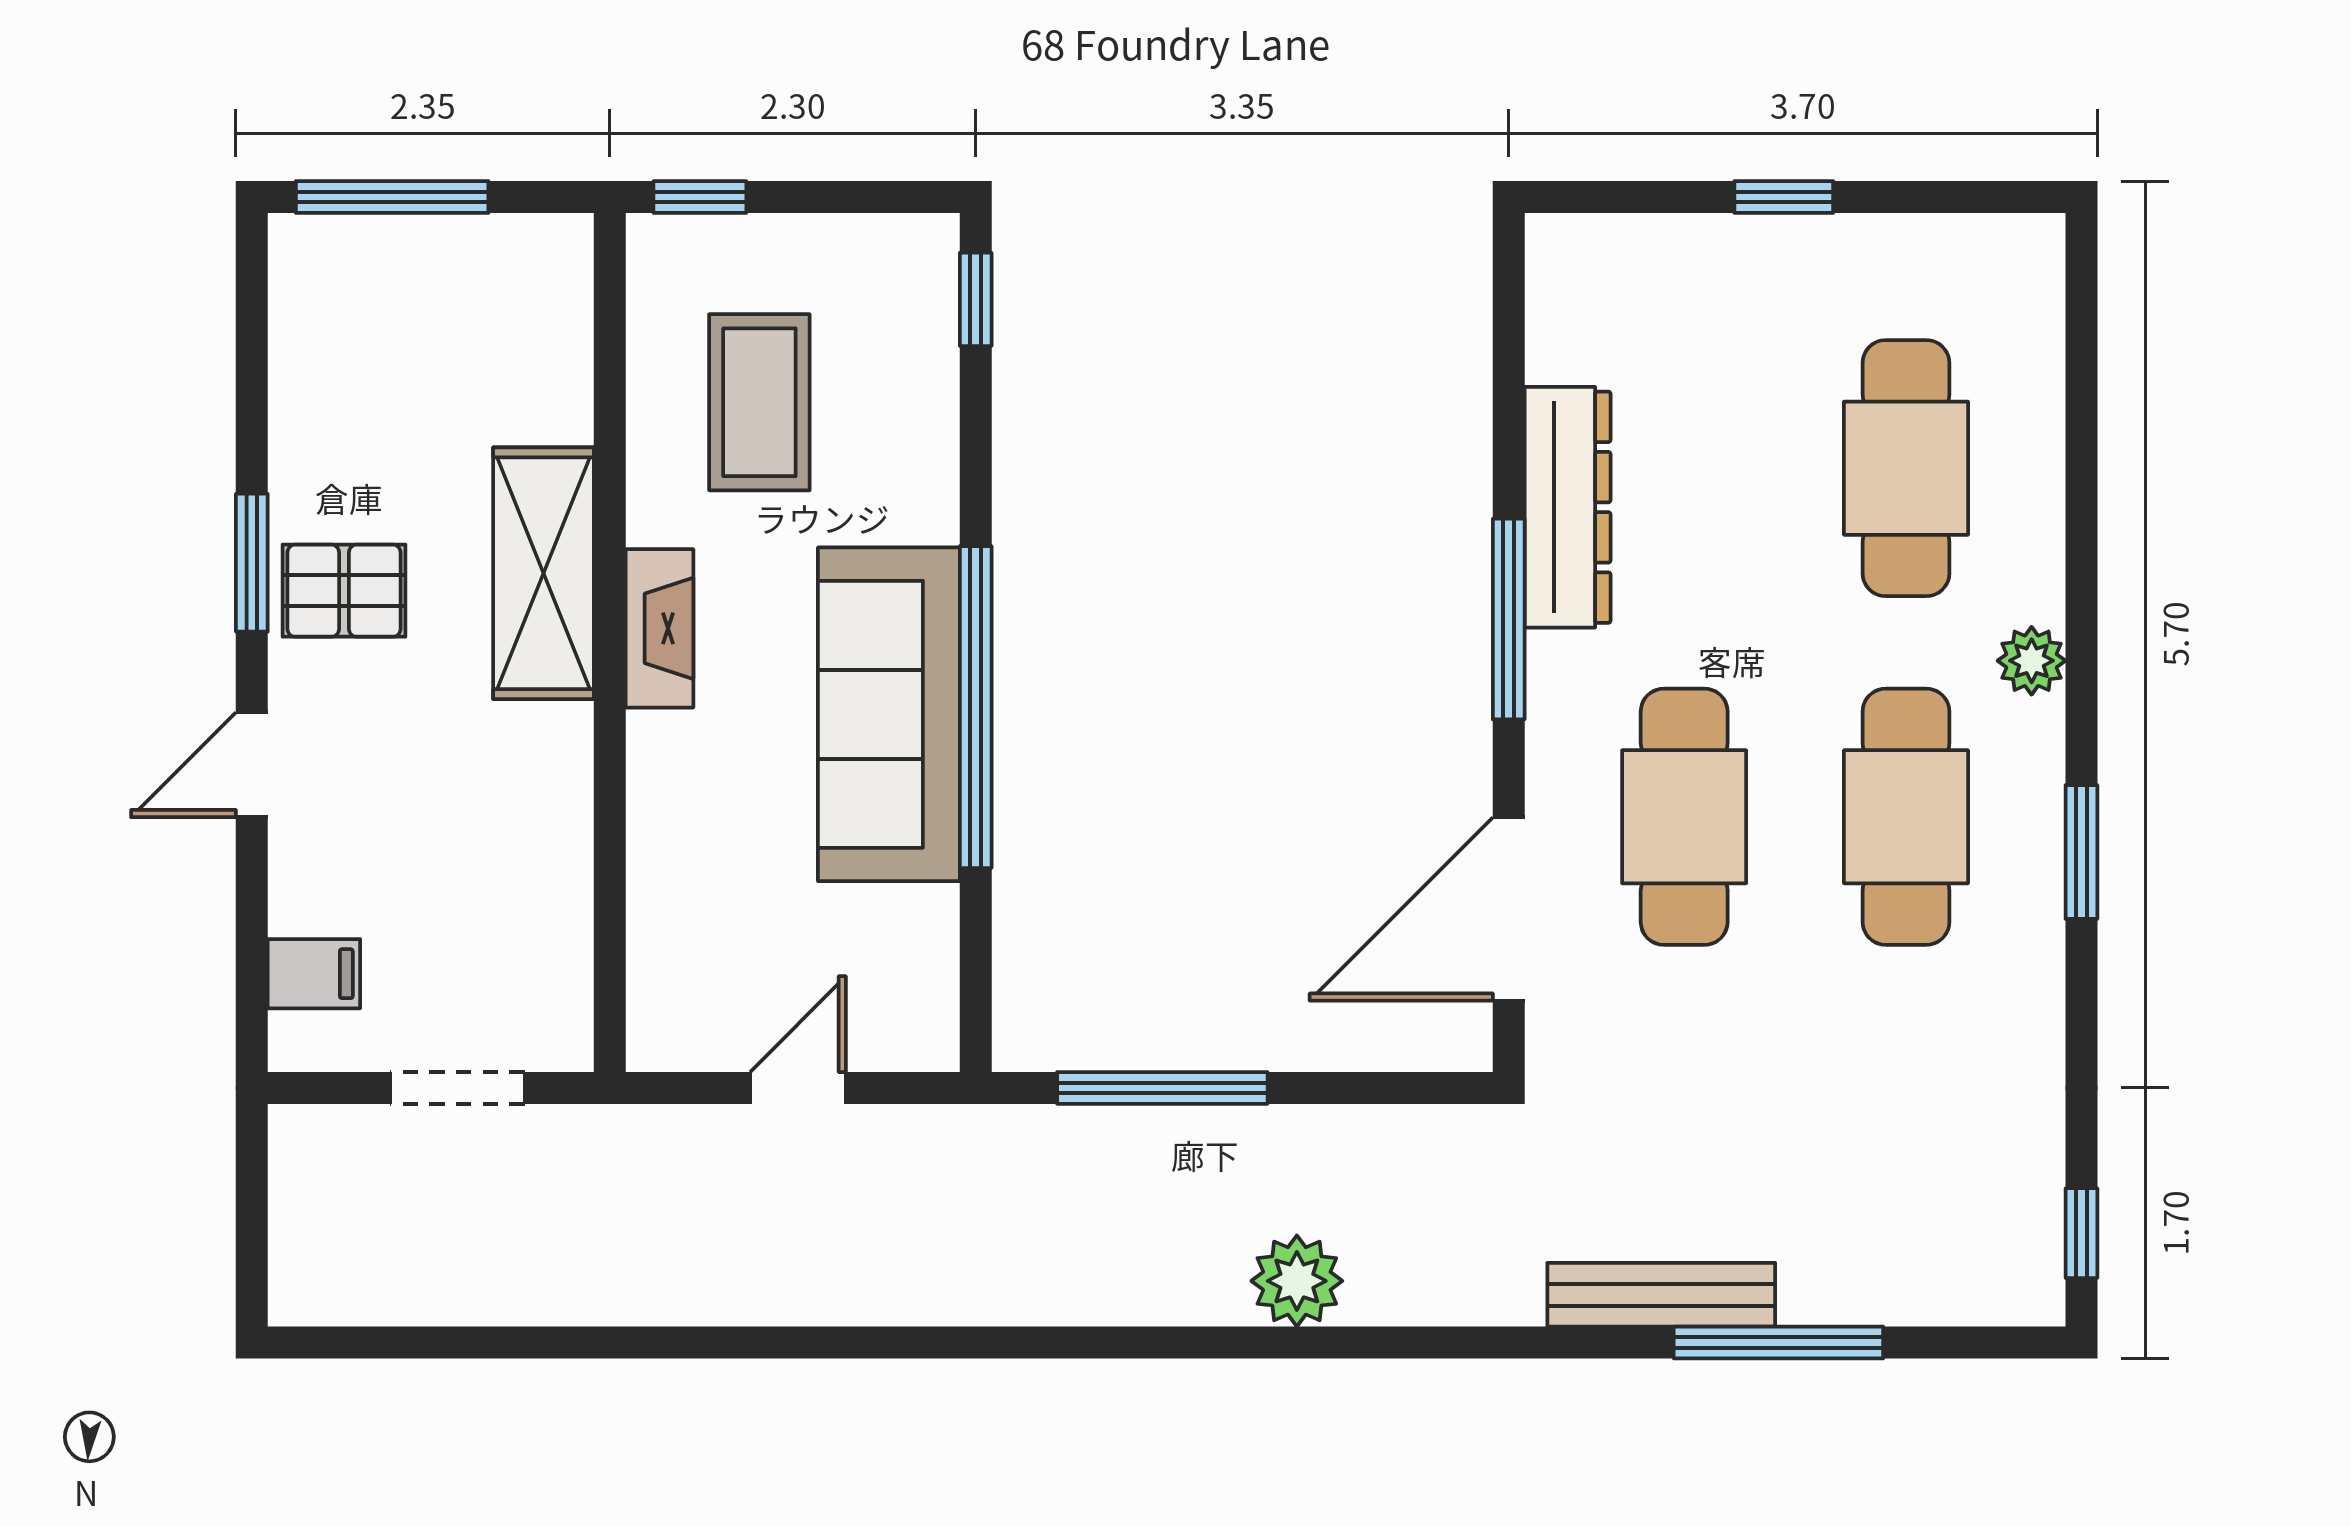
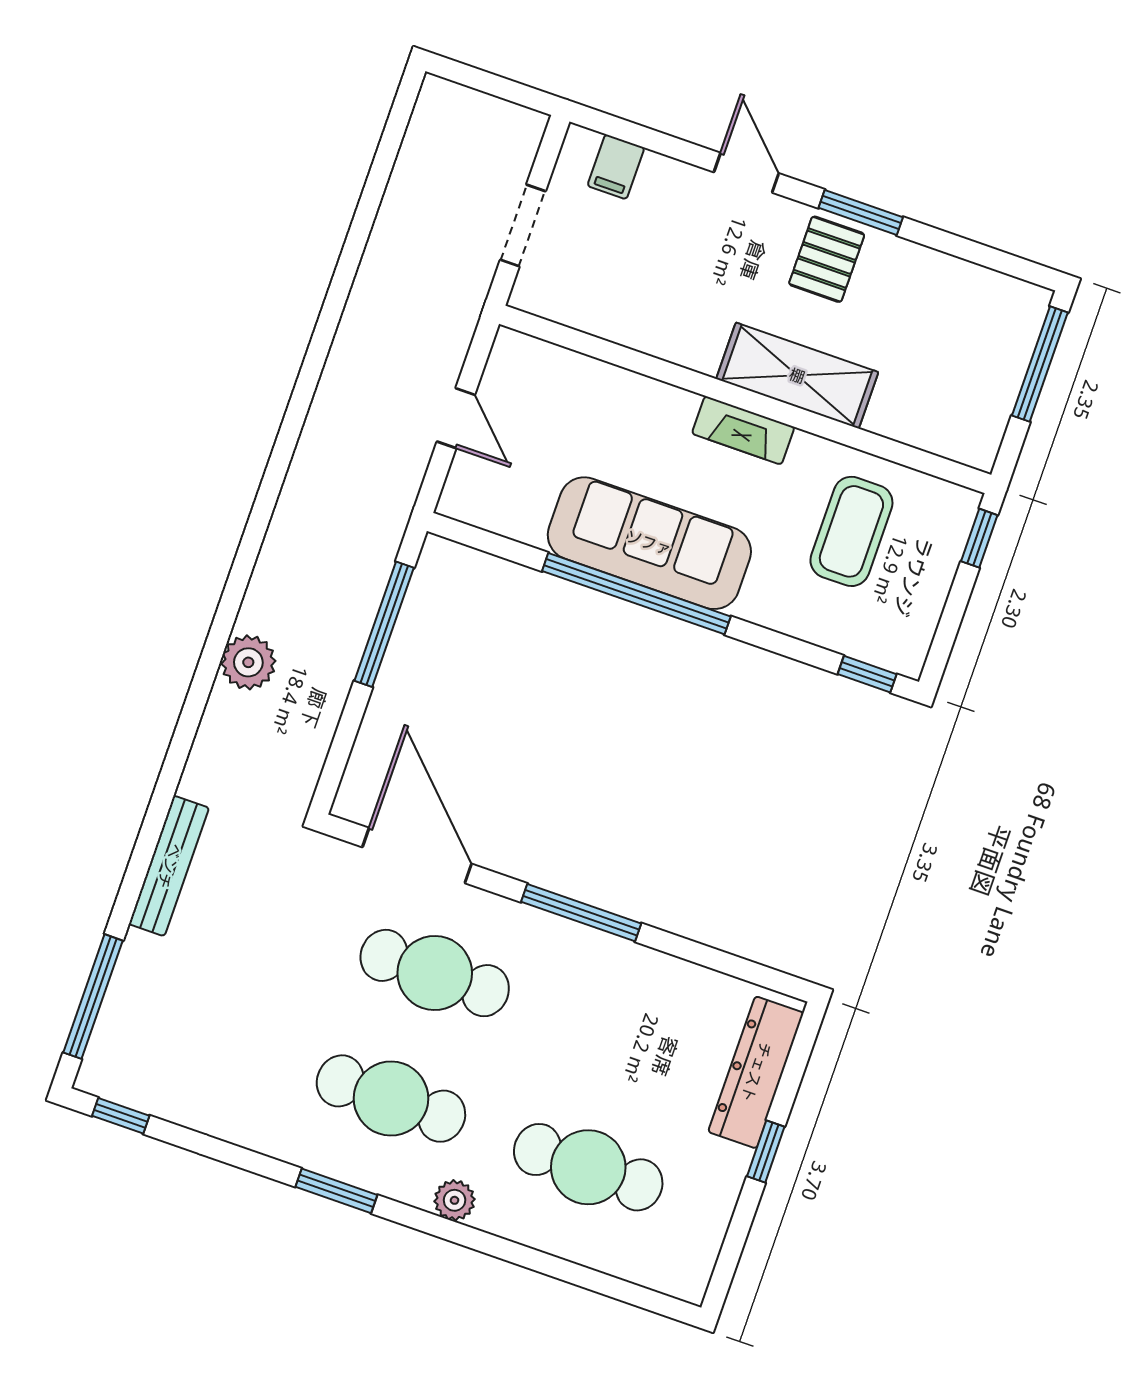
coffee table: (759, 402) -> (851, 531), turned 90
dresser: (1568, 507) -> (756, 1072), moved, turned 90
window: (1778, 1342) -> (93, 997), moved

